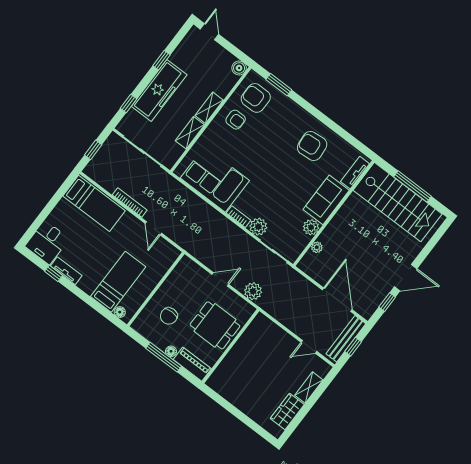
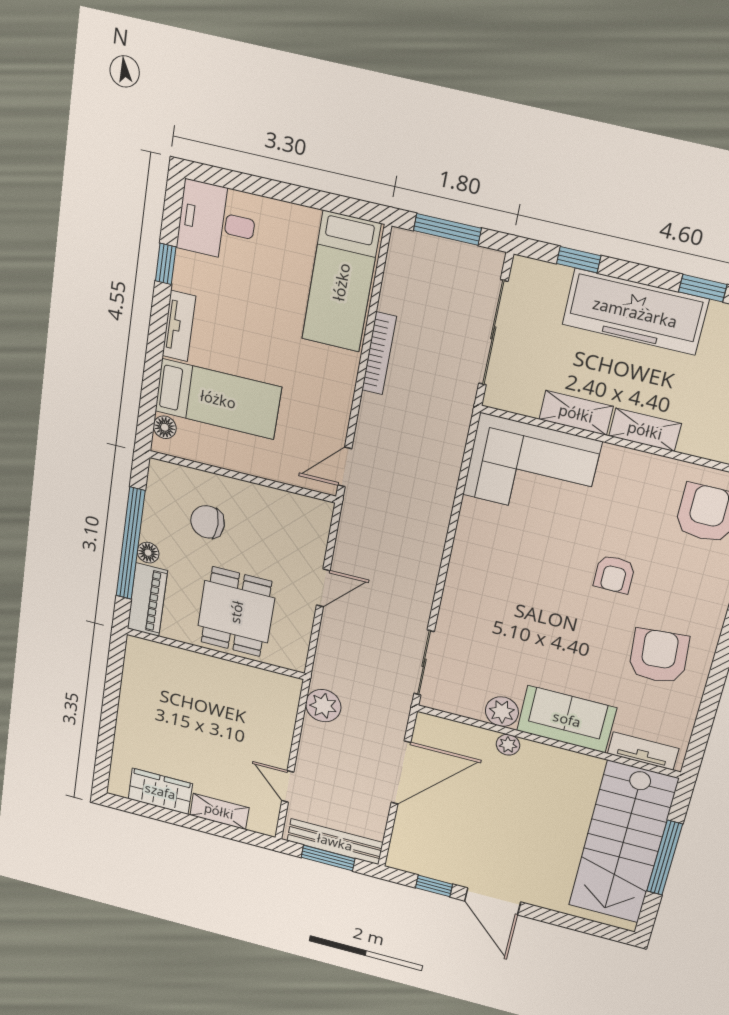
armchair: (236, 120) -> (614, 574), moved
window: (93, 150) -> (447, 229), width x1.50
corner sofa: (215, 179) -> (532, 468), moved, turned 90
bookcase: (238, 217) -> (456, 574), removed
plant: (258, 227) -> (456, 618), removed
door: (153, 228) -> (345, 467), moved
plant: (317, 247) -> (508, 745), moved
tv unit: (66, 271) -> (179, 326), moved
door: (220, 279) -> (323, 588), hinge flipped
plant: (253, 291) -> (323, 706), moved
door: (337, 300) -> (401, 773), moved
window: (353, 347) -> (328, 858), width x1.50
window: (164, 357) -> (130, 544), width x1.46

